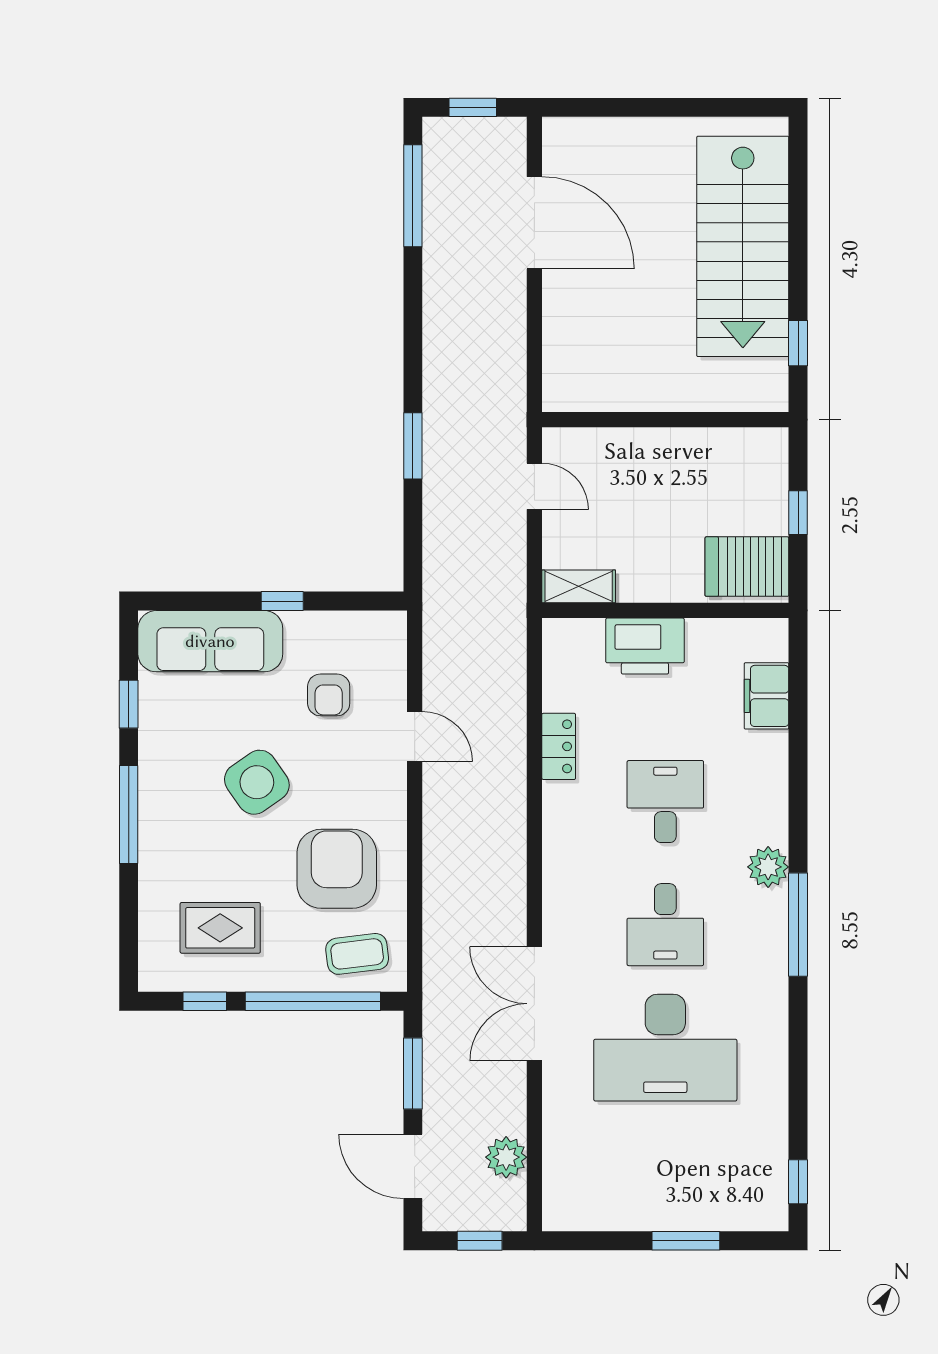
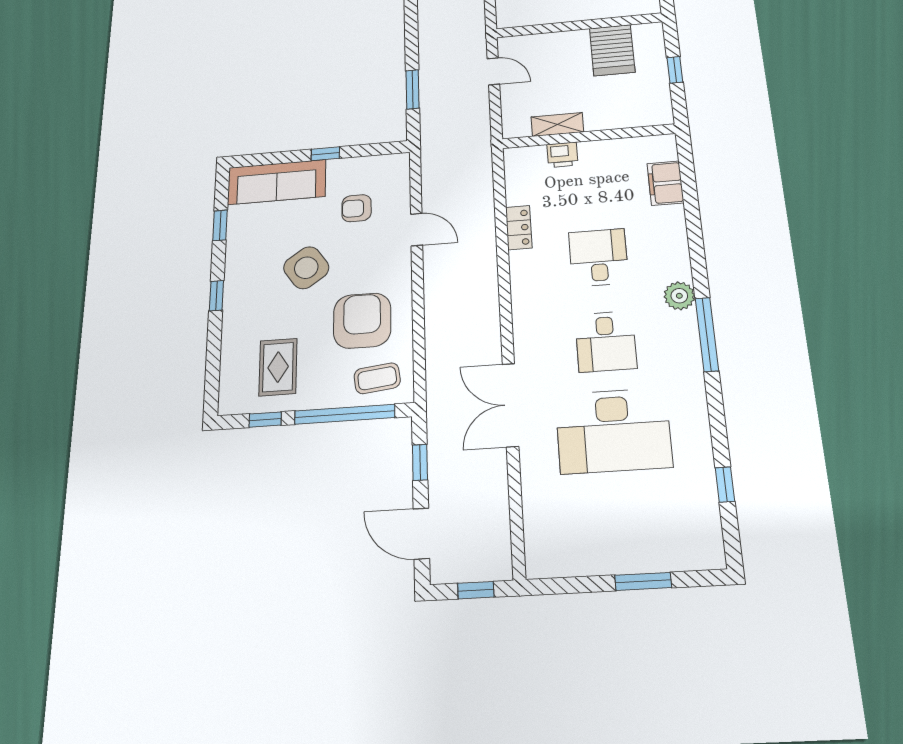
window: (413, 446) -> (412, 89), moved
server rack: (747, 567) -> (612, 50), moved, turned -90
shelving: (579, 586) -> (557, 124), moved
printer: (645, 646) -> (562, 155), width x0.53, depth x0.68
armchair: (329, 695) -> (357, 208), turned 90
window: (129, 815) -> (216, 296), width x0.46
rug: (220, 928) -> (278, 367), turned 90
window: (413, 1073) -> (420, 462), width x0.67
plant: (506, 1157) -> (494, 522), removed
window: (798, 1182) -> (725, 484), moved

